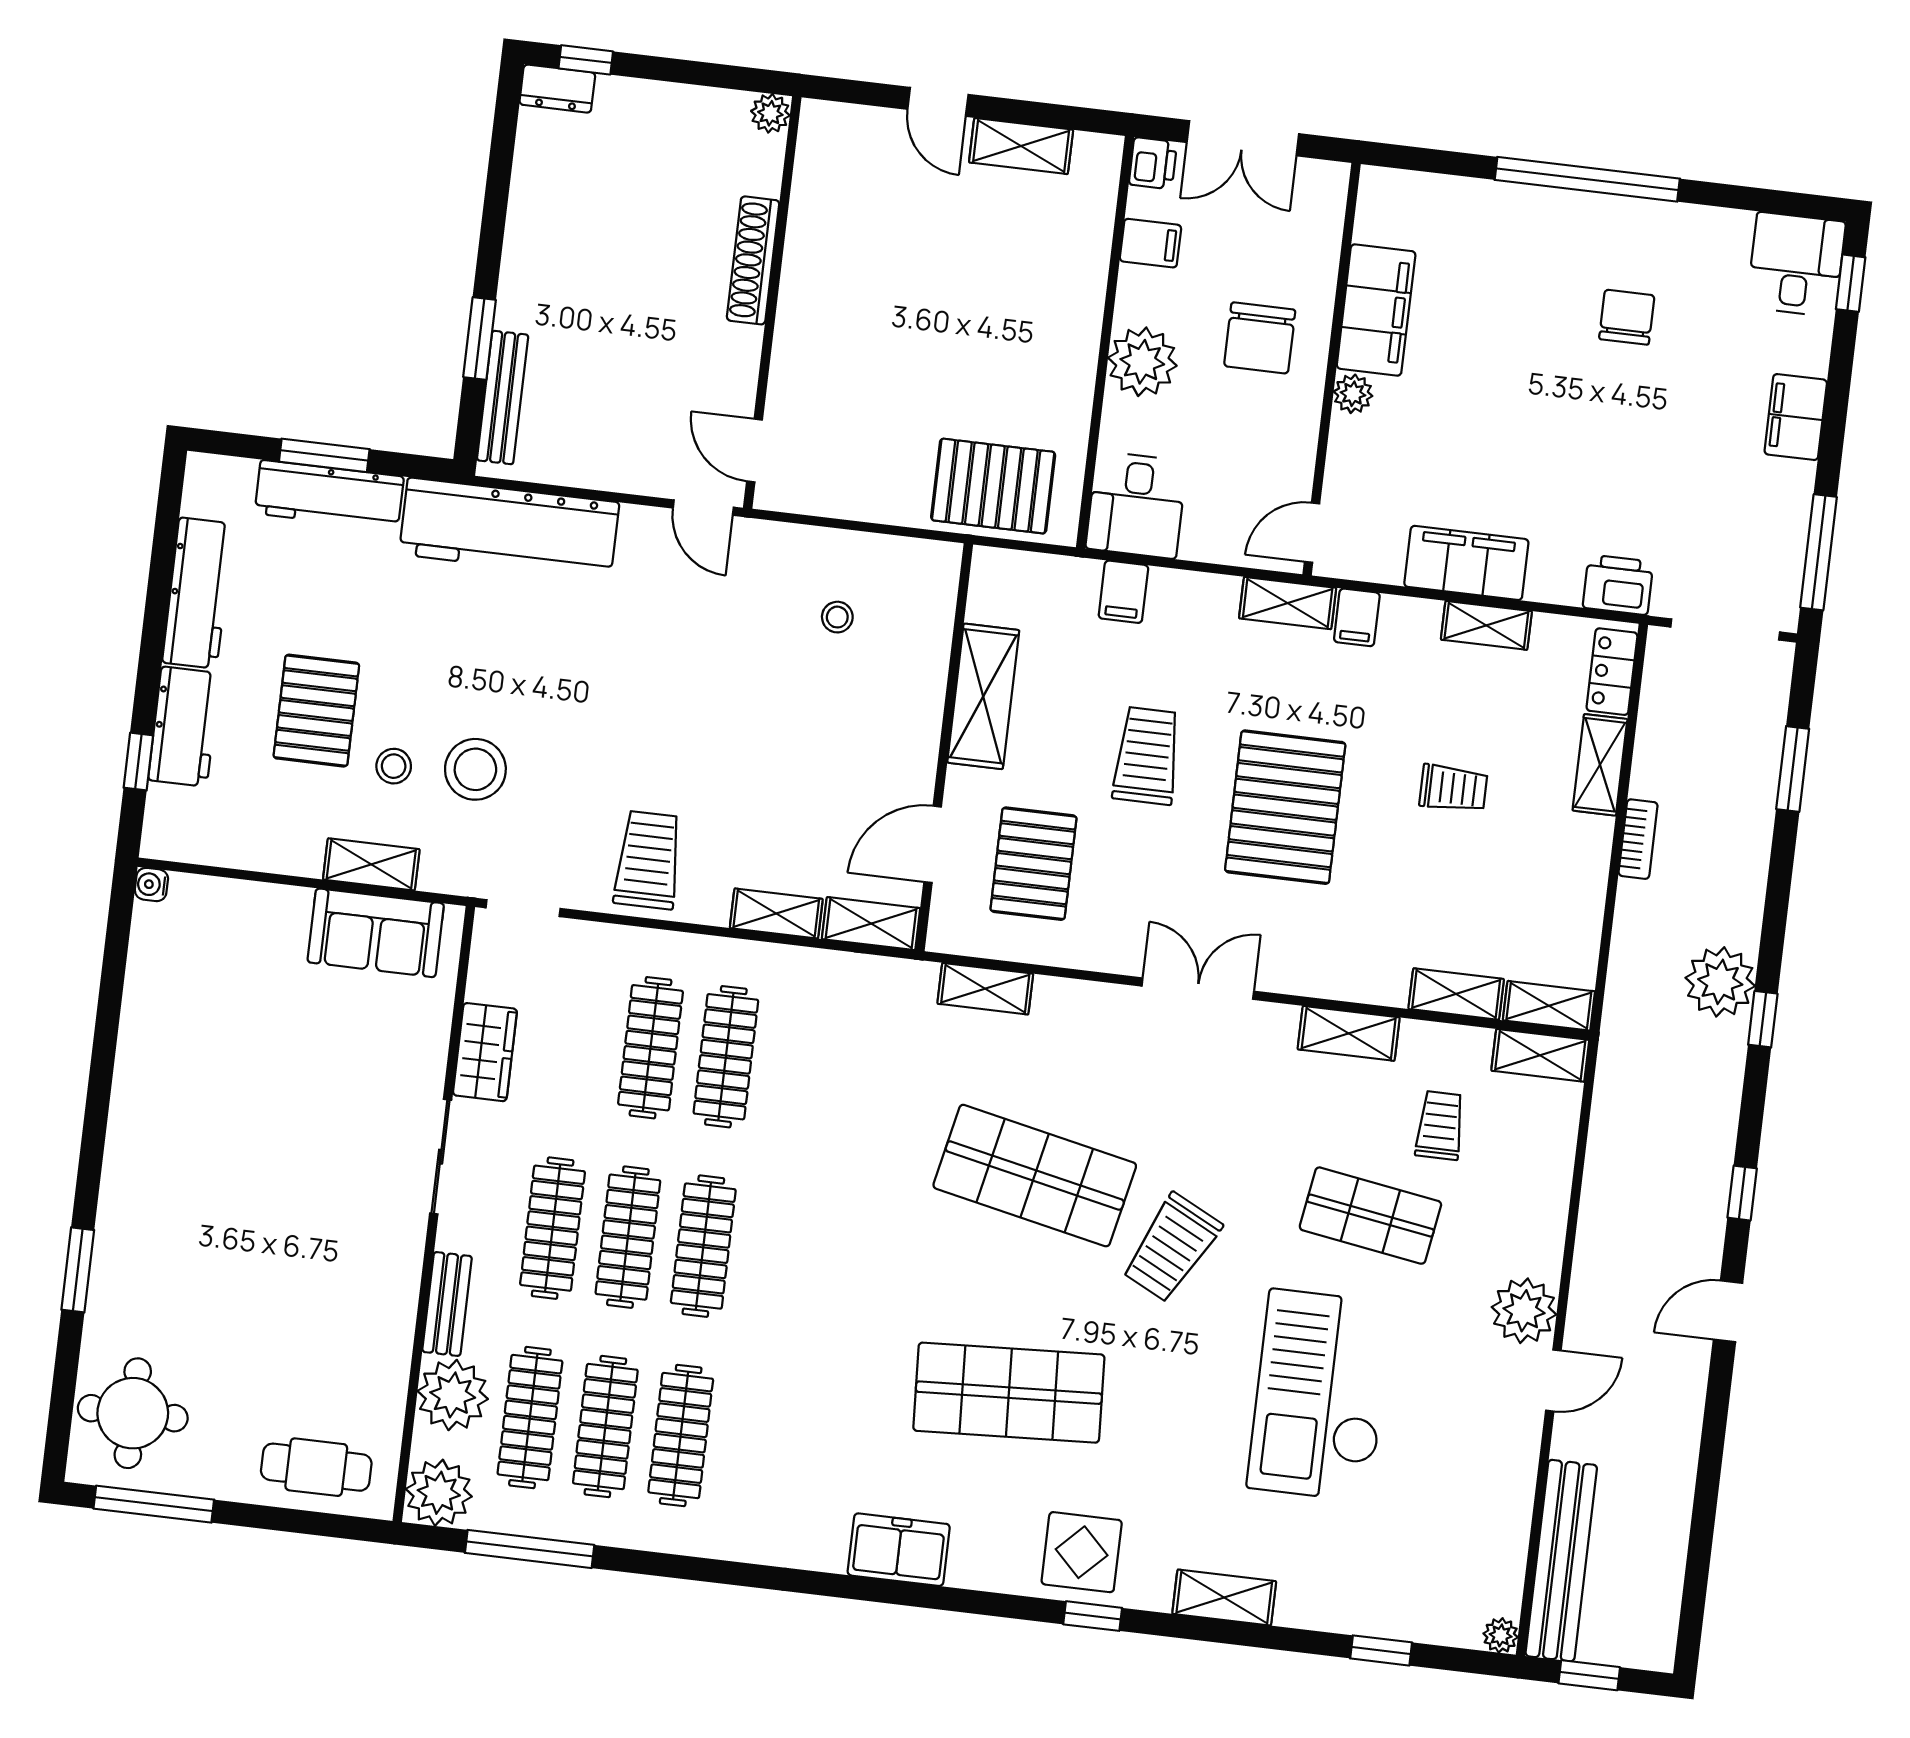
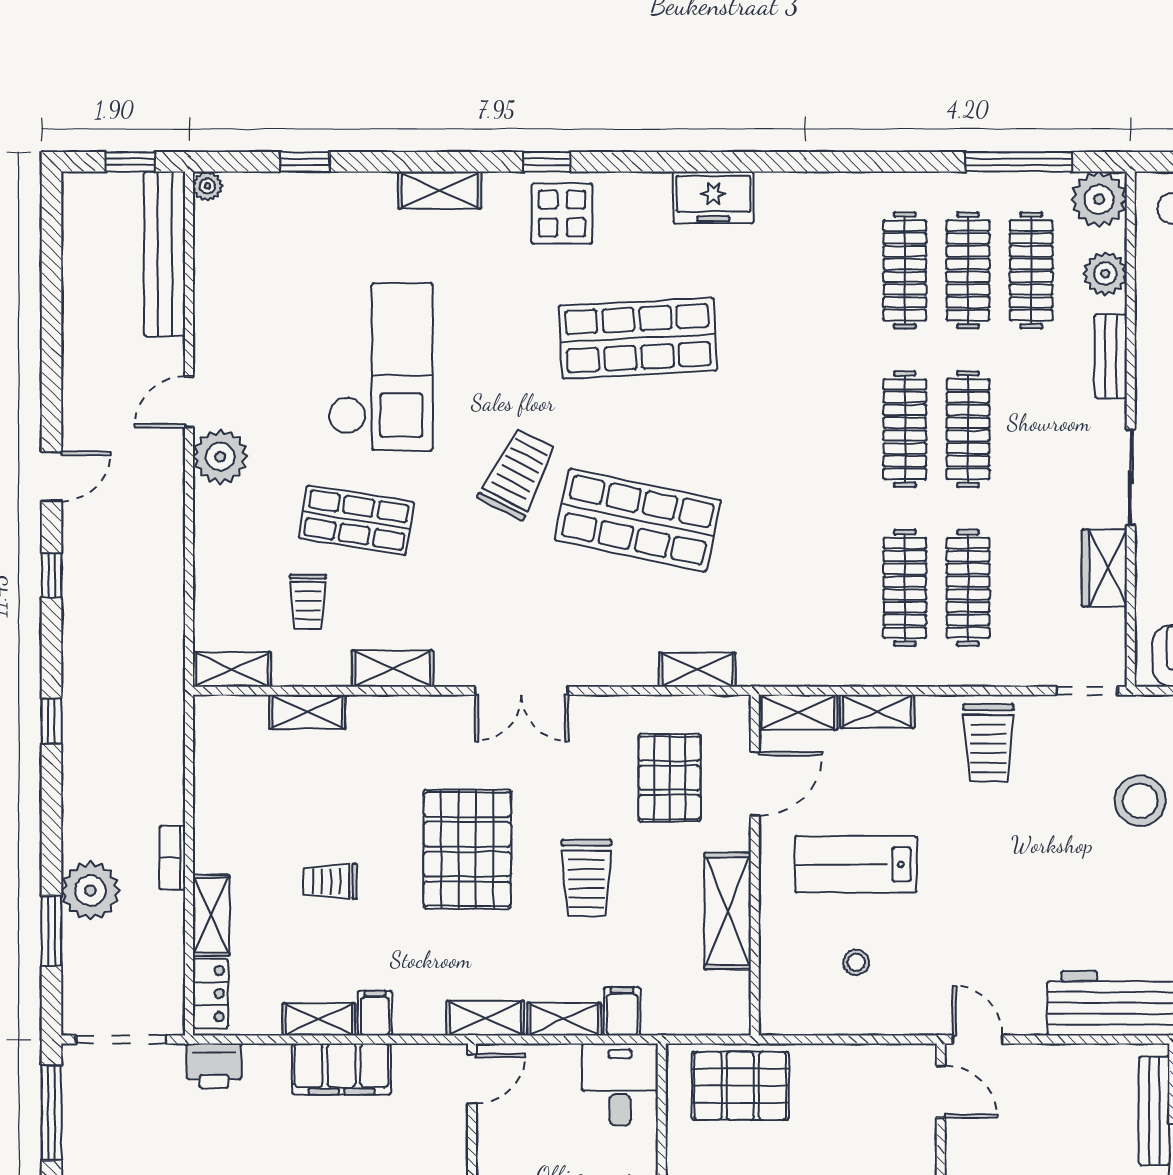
filing cabinet: (1357, 617) -> (375, 1013), moved
lab bench: (824, 734) -> (856, 864), added
plant: (1720, 982) -> (90, 891), moved
shelving: (1549, 1006) -> (564, 1019), moved
clothes rail: (553, 1228) -> (1031, 429), removed
plant: (453, 1395) -> (1105, 274), width x0.73, depth x0.73

